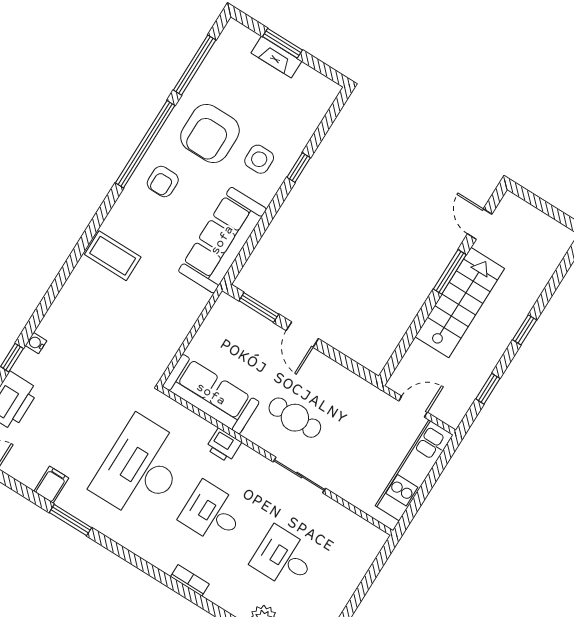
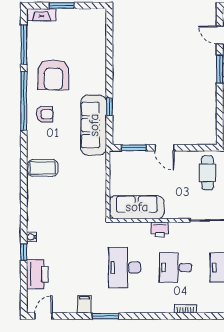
fireplace: (276, 57) -> (41, 15), moved
side table: (259, 159) -> (87, 72), removed
window: (299, 168) -> (109, 107), moved
armchair: (163, 182) -> (45, 114), turned -90
cafe table: (295, 418) -> (208, 173), moved, turned 90
desk: (141, 468) -> (125, 268), width x0.73, depth x0.77

